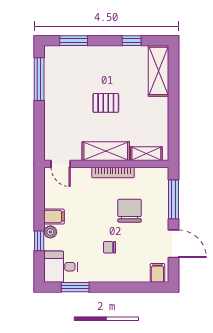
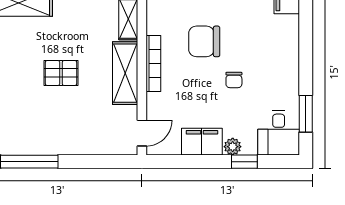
pallet: (106, 103) -> (61, 73), turned 90
filing cabinet: (54, 217) -> (202, 142), width x2.00
chair: (110, 247) -> (234, 80), moved

